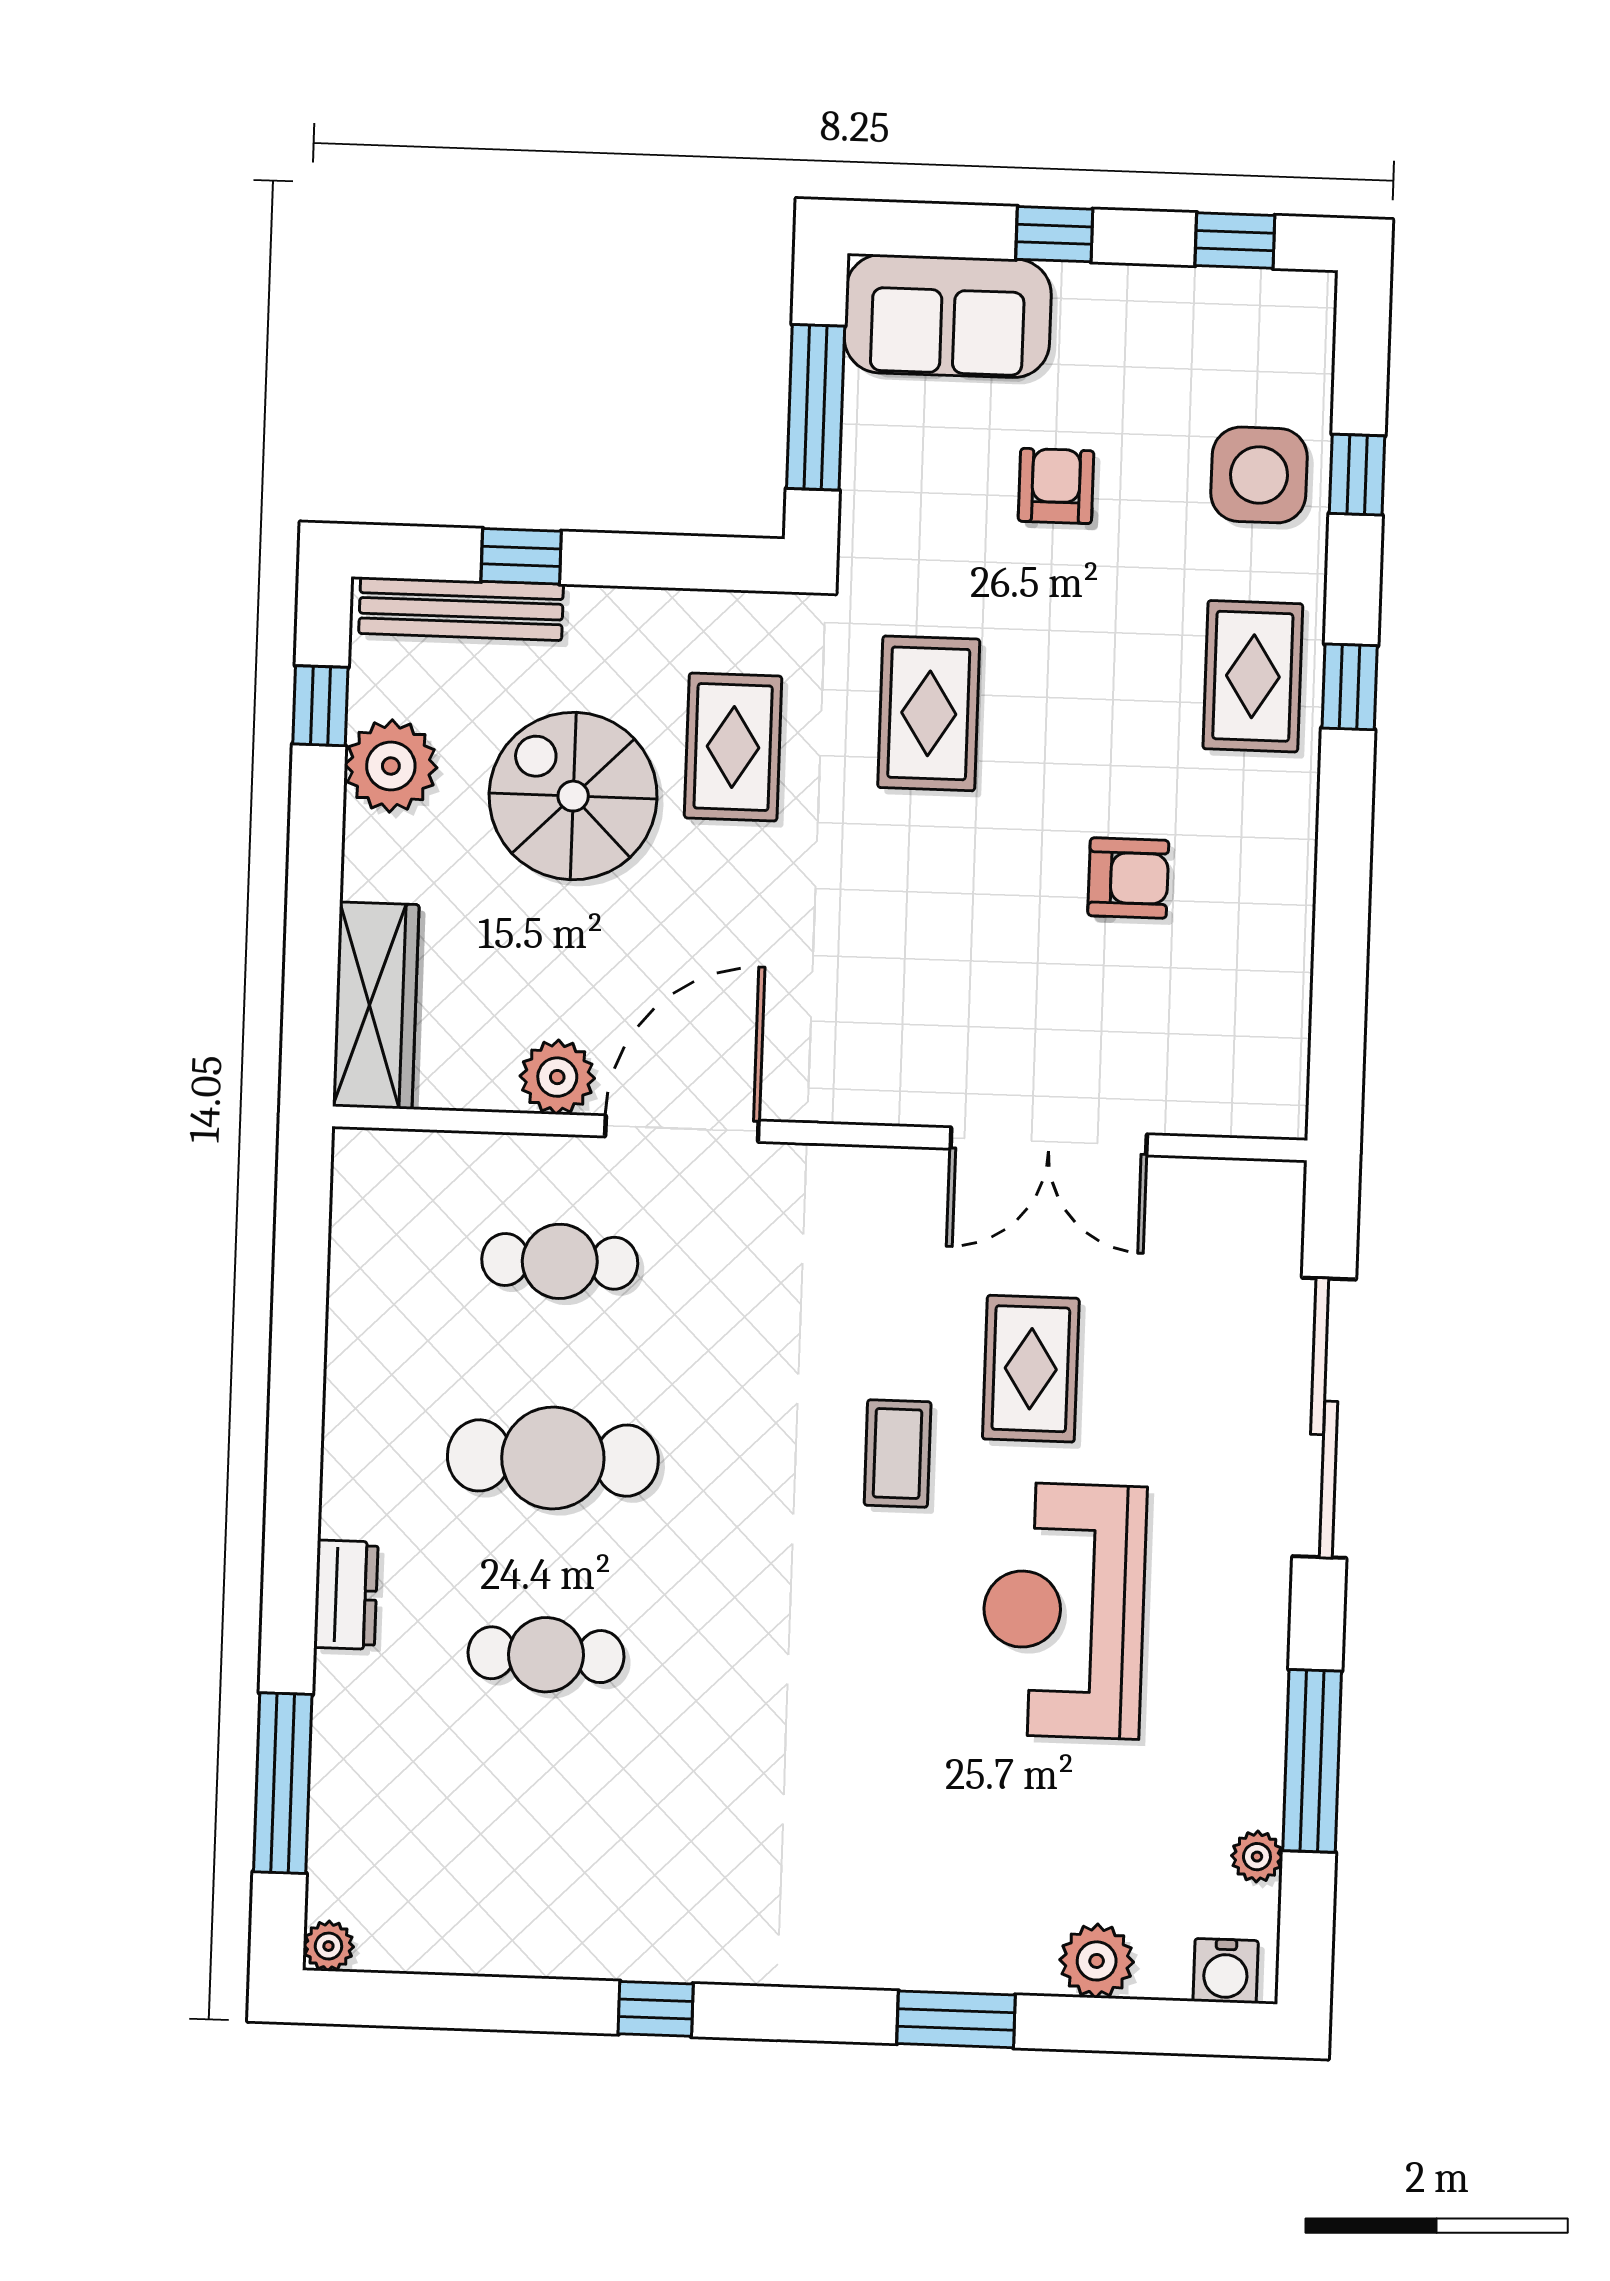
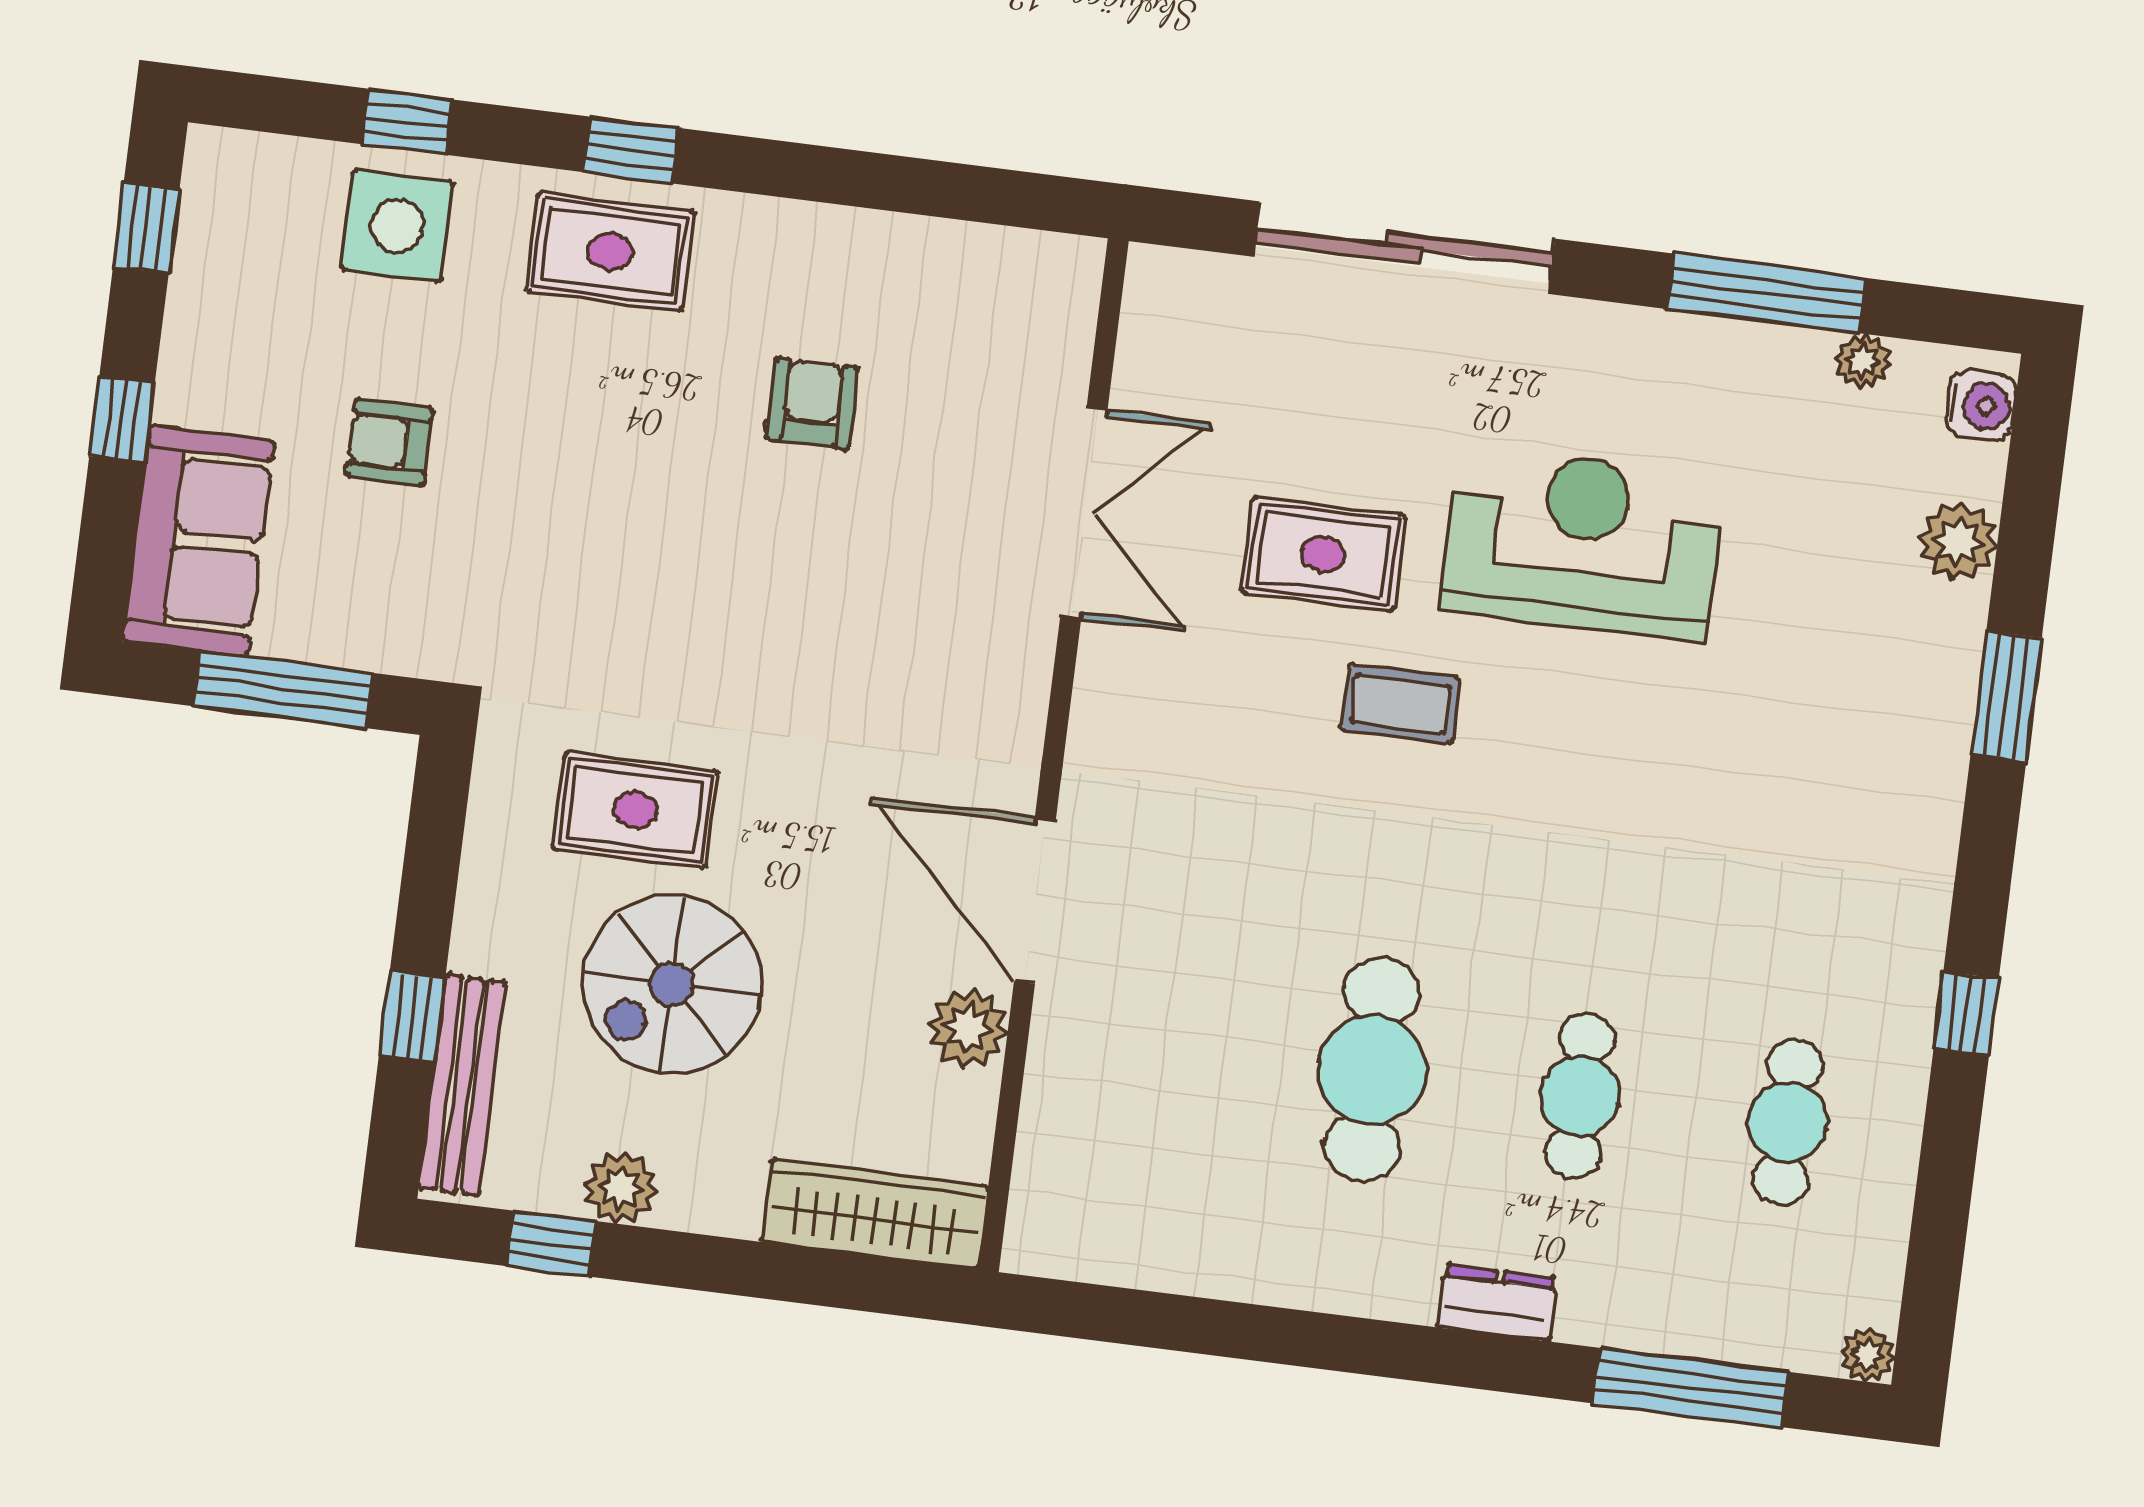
rug: (929, 713) -> (618, 599), removed
plant: (391, 766) -> (620, 1188), width x0.73, depth x0.73
cafe table: (560, 1261) -> (1788, 1122), moved
reception desk: (1064, 1610) -> (1583, 543), turned 180

